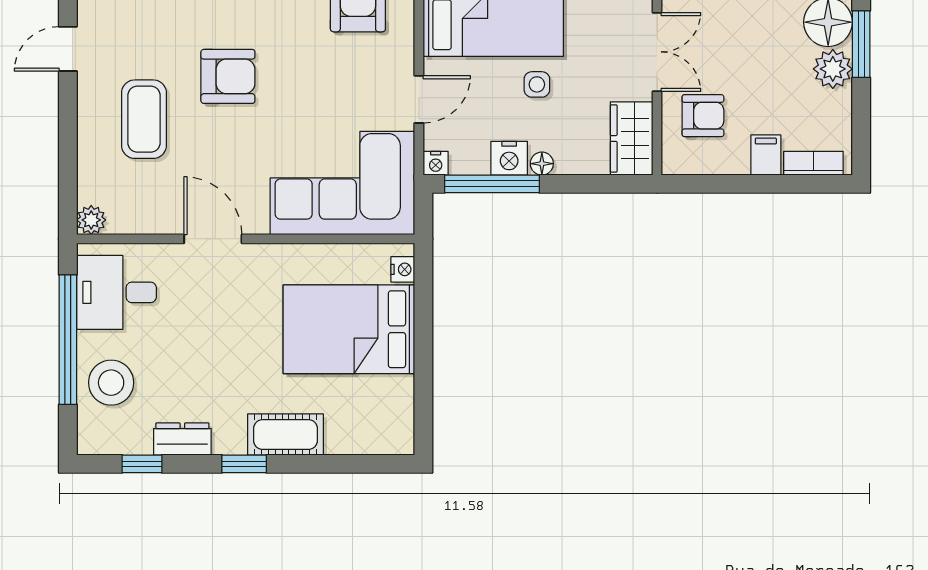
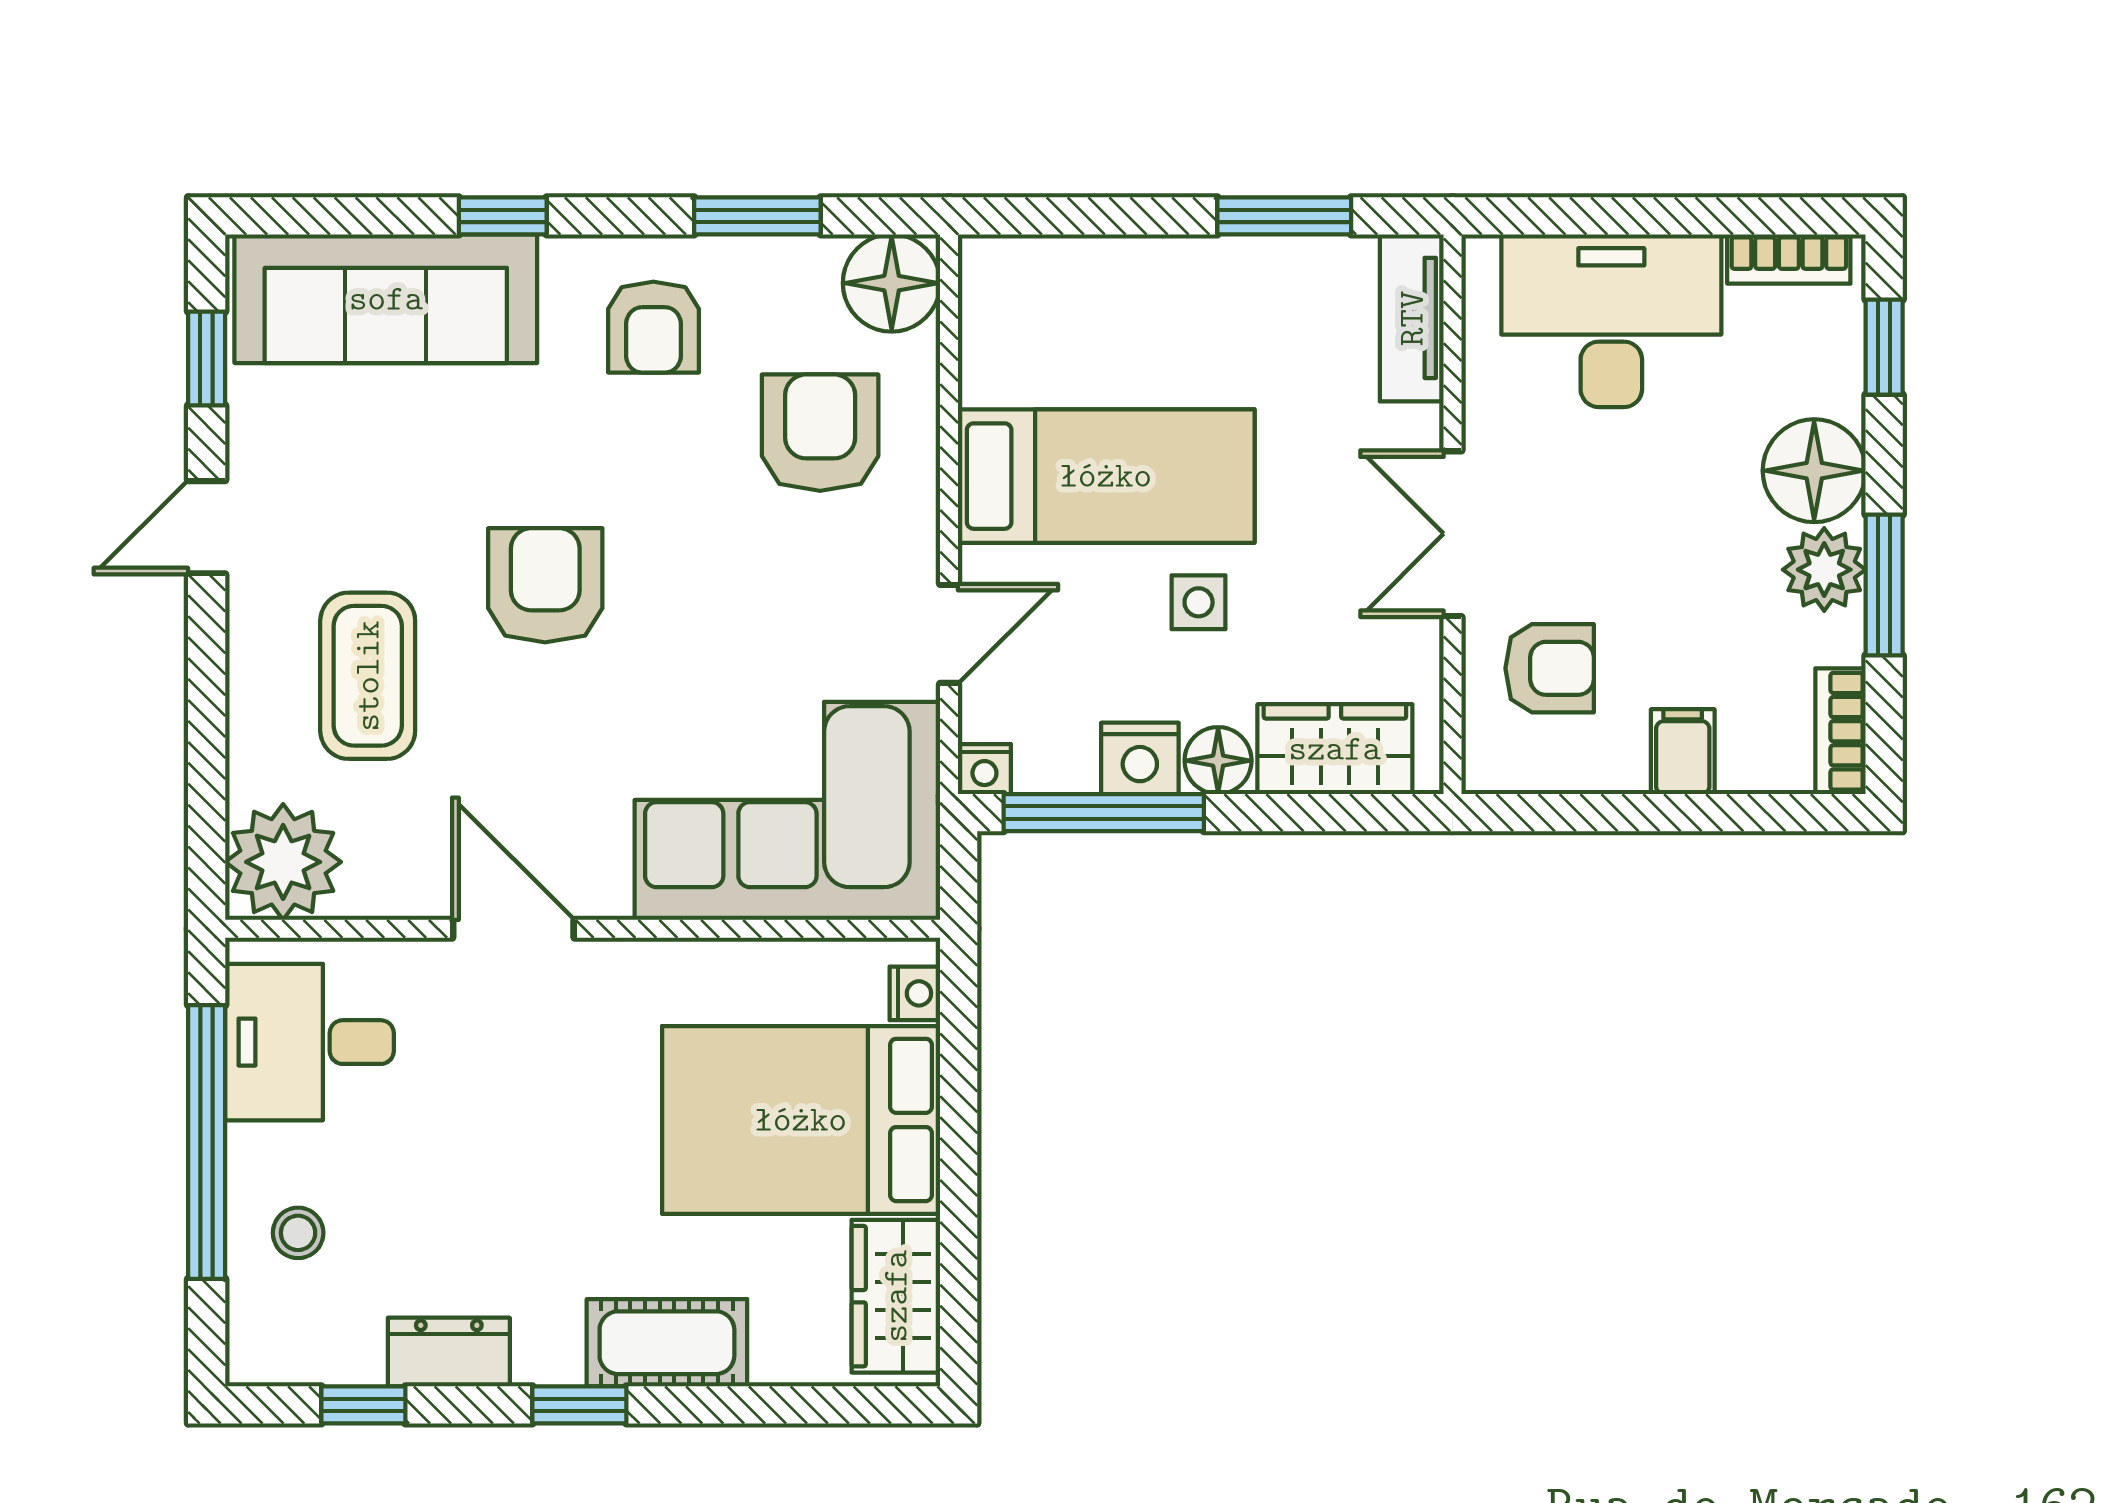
window: (861, 44) -> (1884, 585), moved
double door: (657, 52) -> (1453, 534), swing flipped
armchair: (228, 76) -> (545, 585), turned -90
wardrobe: (632, 138) -> (1335, 749), moved, turned 90
bookcase: (813, 163) -> (1841, 731), moved, turned -90
floor lamp: (542, 164) -> (1218, 761), width x1.37, depth x1.37
plant: (91, 220) -> (283, 862), width x1.87, depth x1.87
stool: (111, 383) -> (298, 1233), width x0.53, depth x0.53
wardrobe: (394, 413) -> (896, 1296), added

